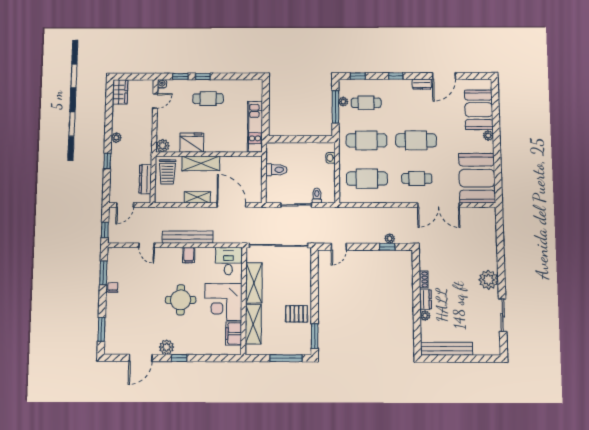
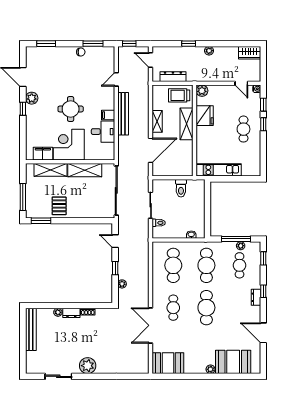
dresser: (422, 84) -> (256, 297), moved
booth: (477, 178) -> (168, 363), width x0.73, depth x0.70
window: (387, 247) -> (115, 268), moved
desk: (228, 261) -> (103, 132), moved

